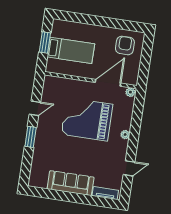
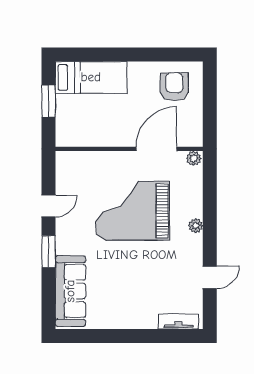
bed: (71, 50) -> (91, 77), moved
sofa: (71, 183) -> (70, 291), moved, turned 90

